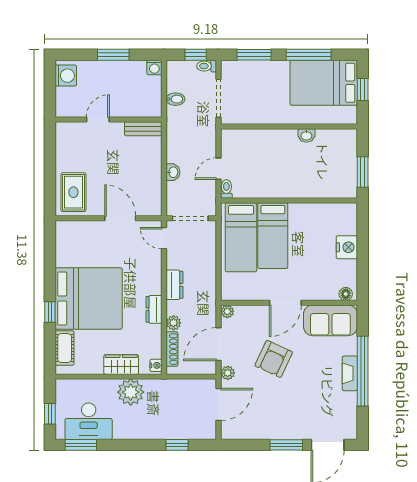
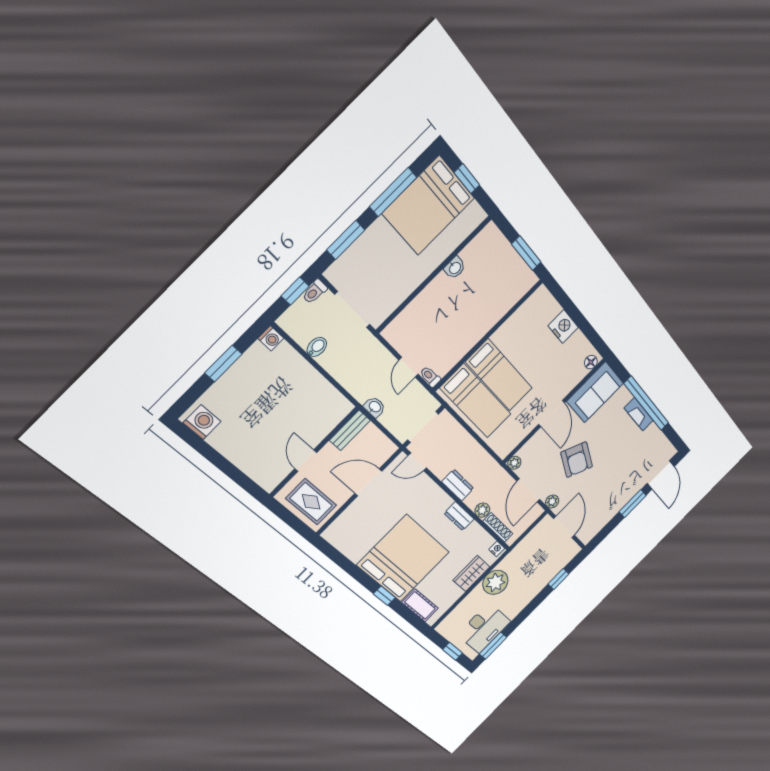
door: (98, 120) -> (306, 461), moved
wall: (108, 120) -> (314, 452), moved
bench: (143, 129) -> (350, 430), moved

